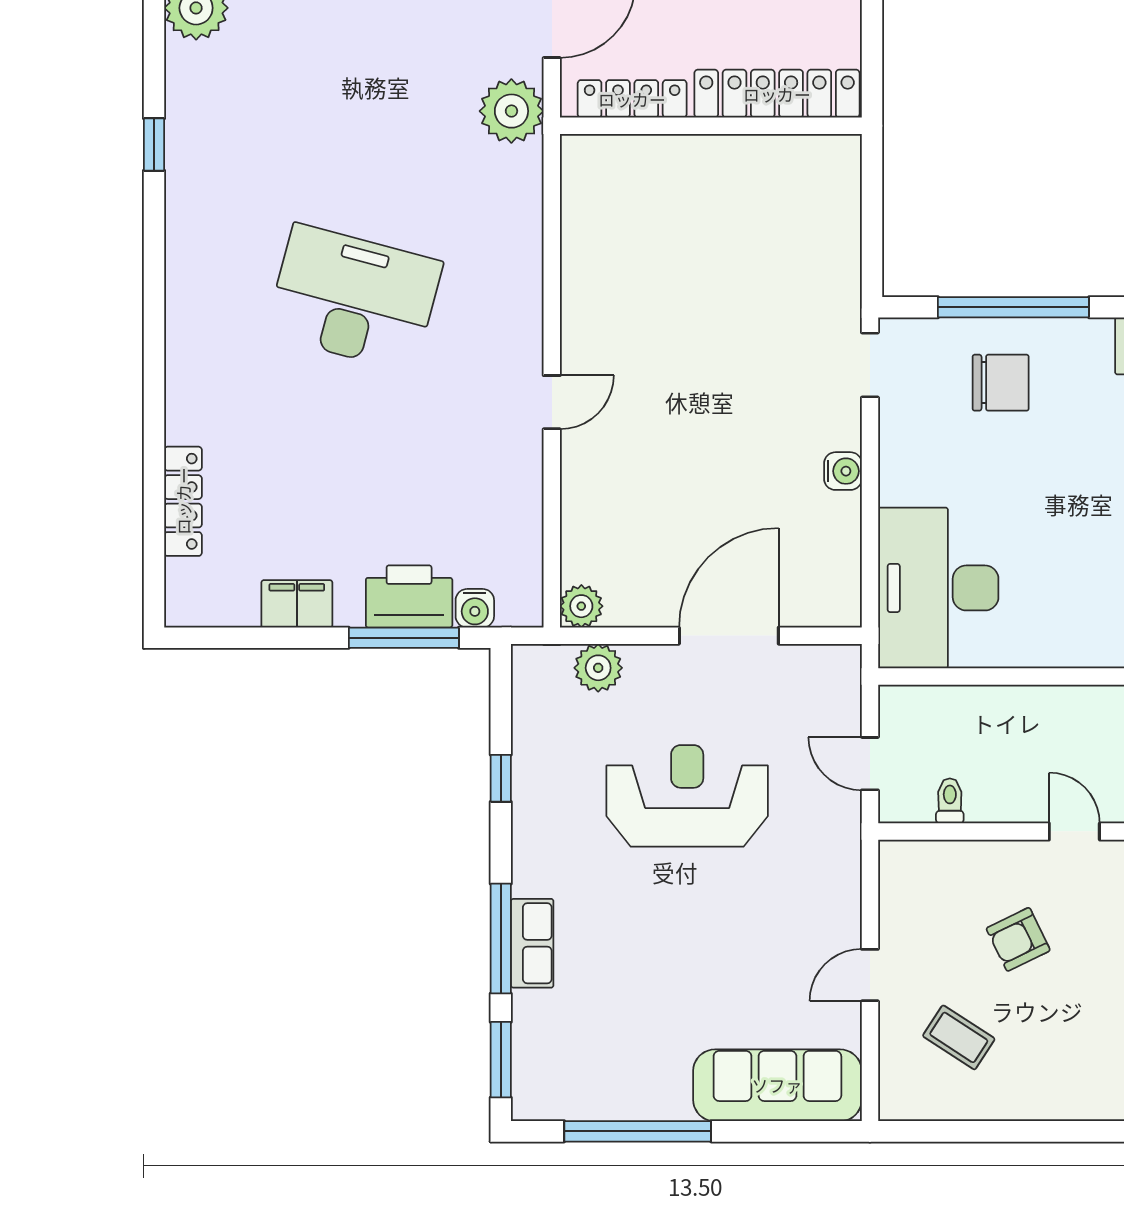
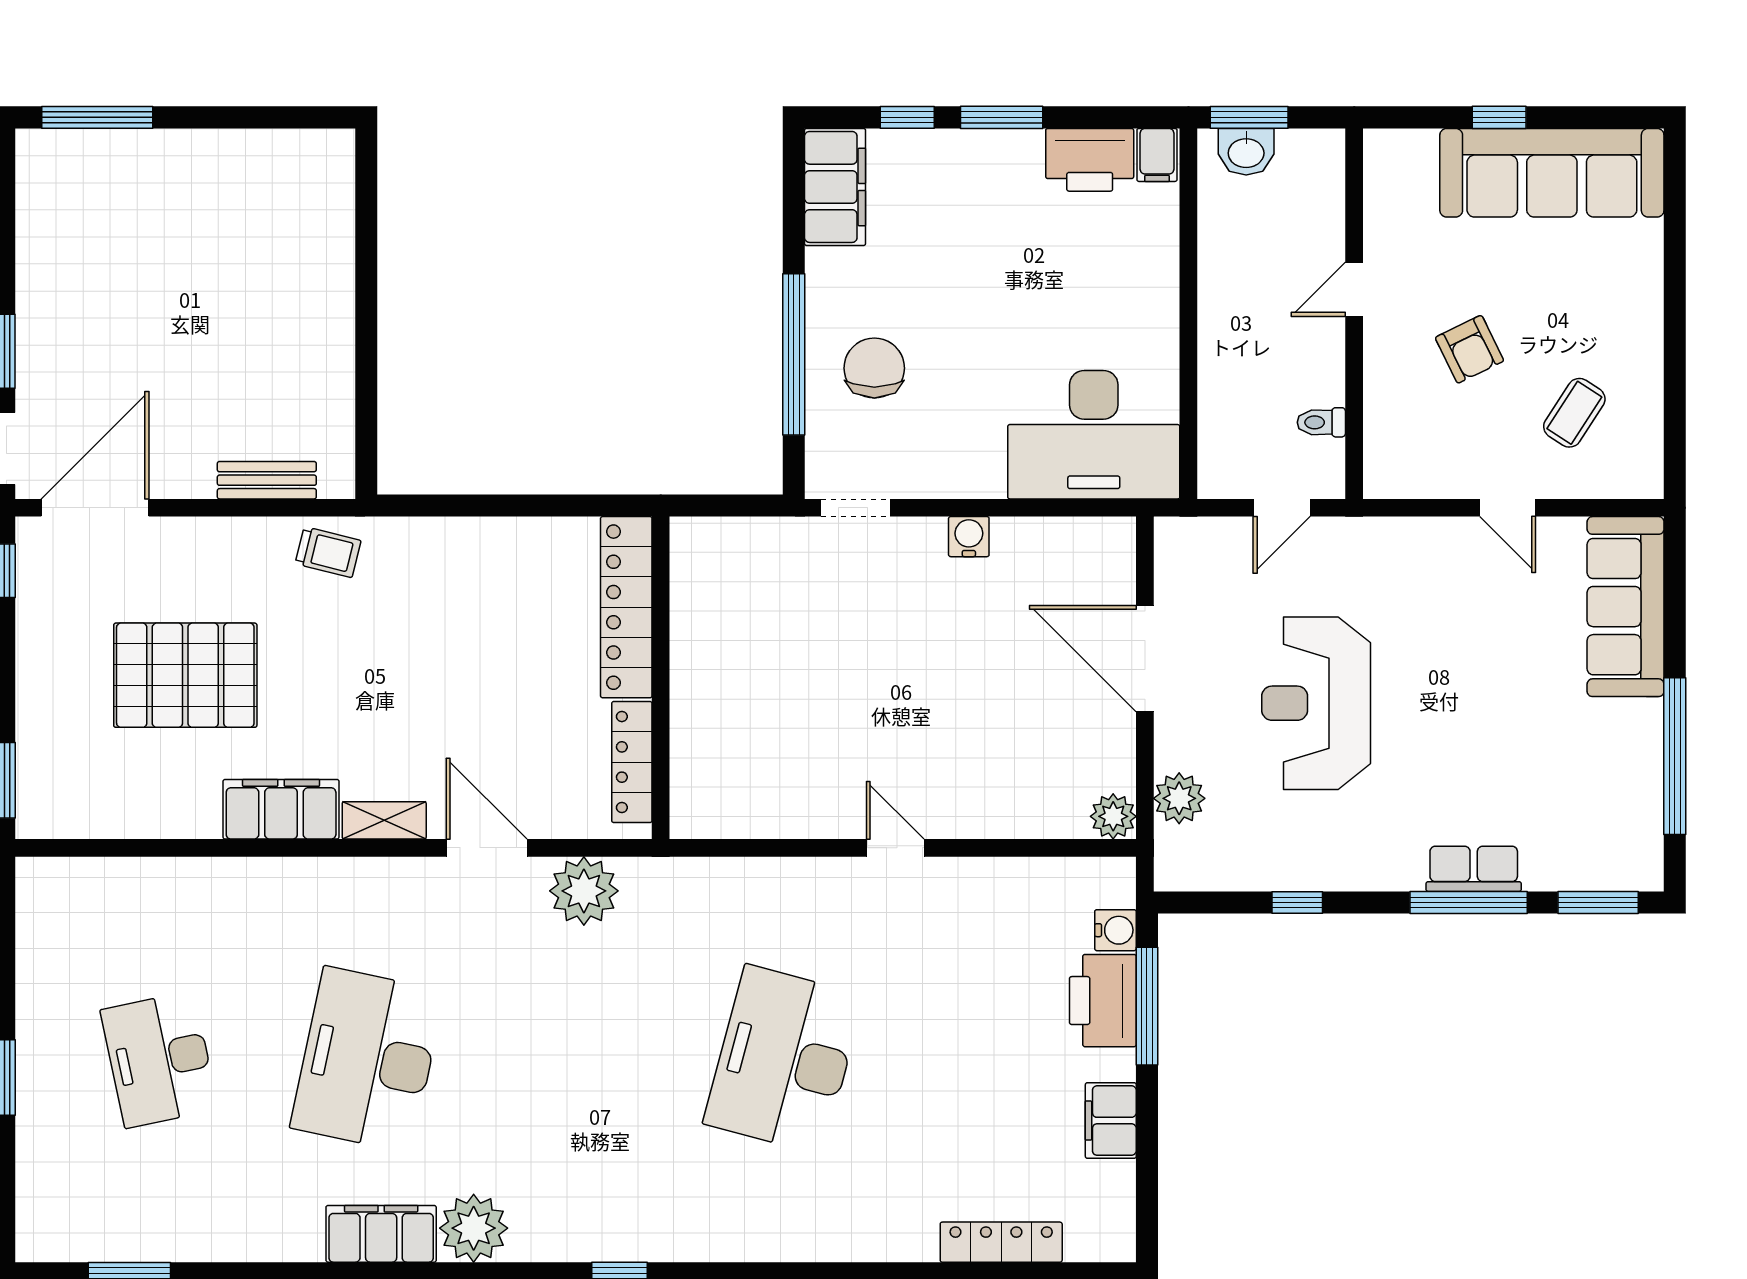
locker: (777, 94) -> (626, 607), moved
locker: (632, 99) -> (632, 762), moved
wall: (711, 126) -> (661, 678), moved

